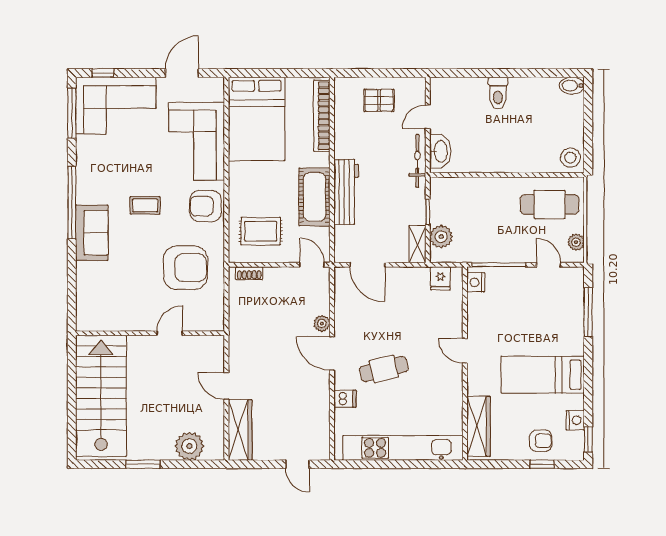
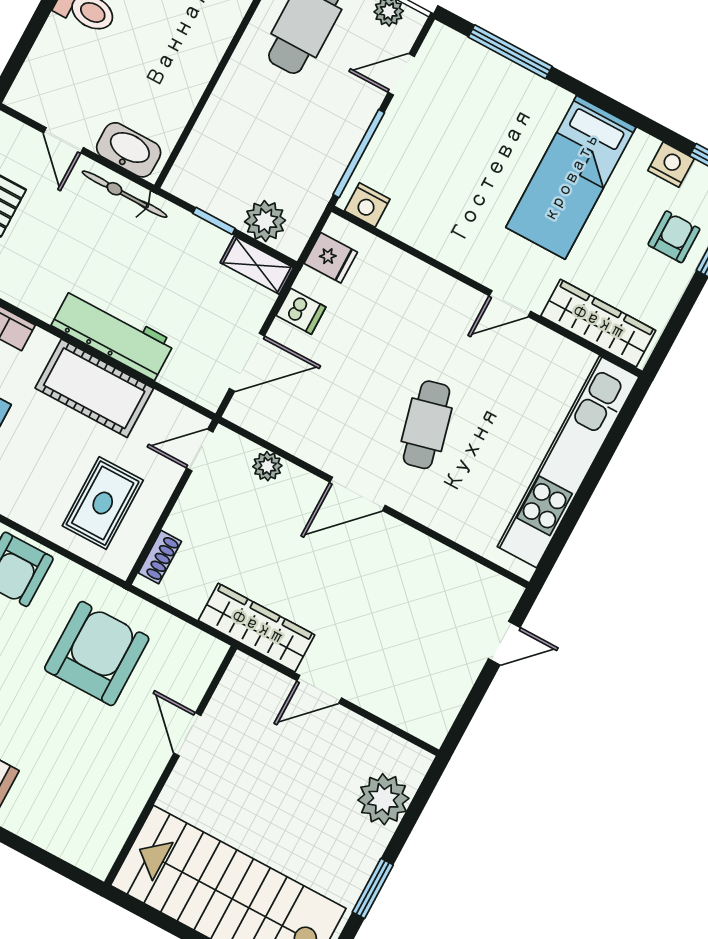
plant: (322, 323) -> (267, 466), moved
door: (465, 351) -> (510, 304), moved
dishwasher: (345, 399) -> (301, 311), moved, turned 90
wardrobe: (240, 430) -> (257, 628), moved

